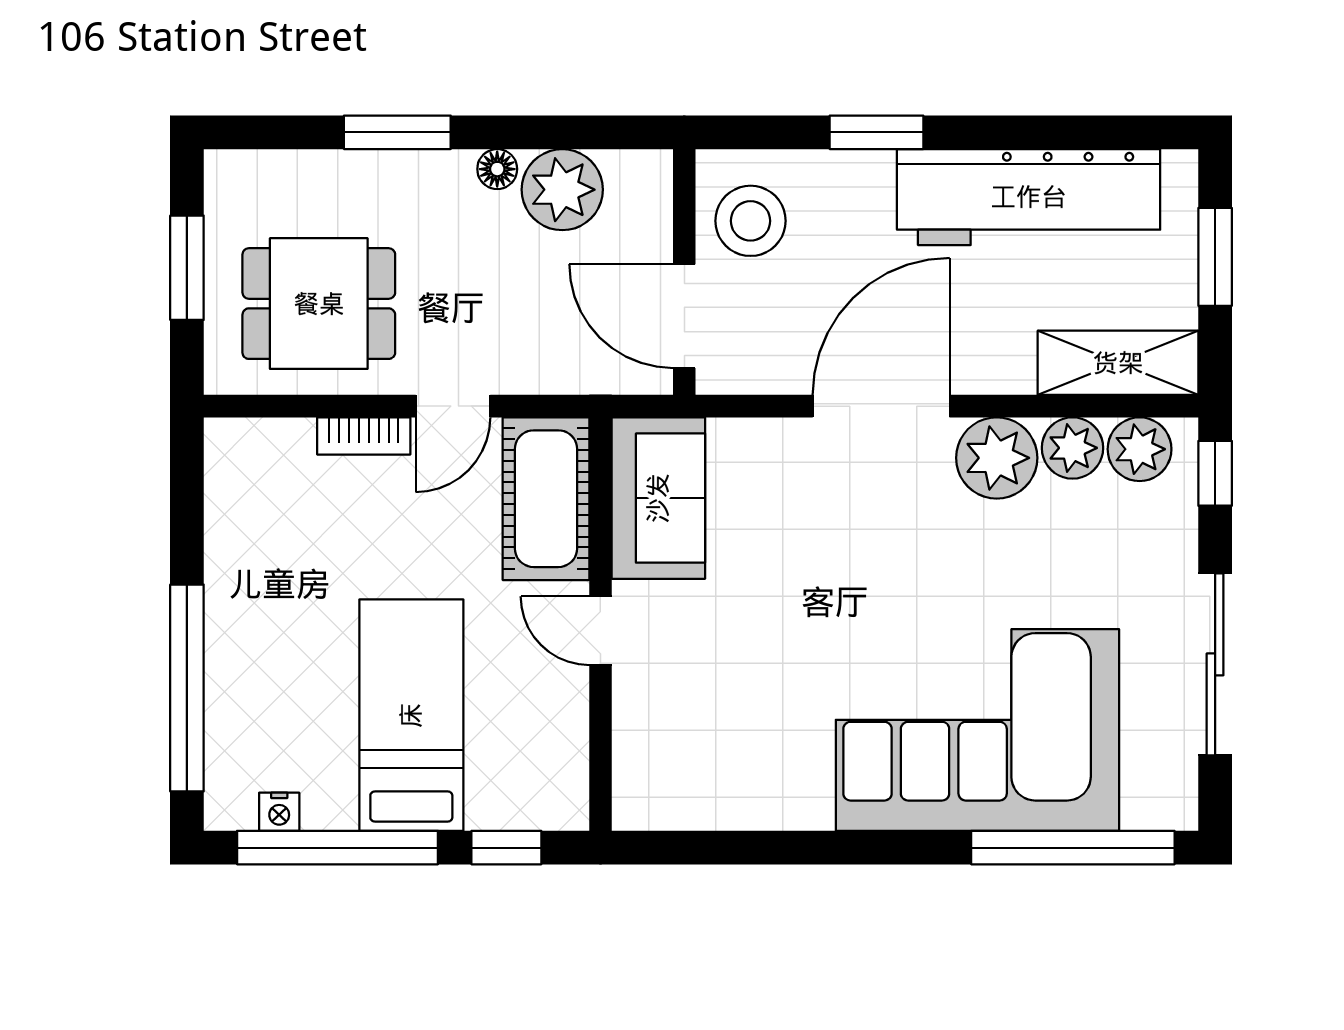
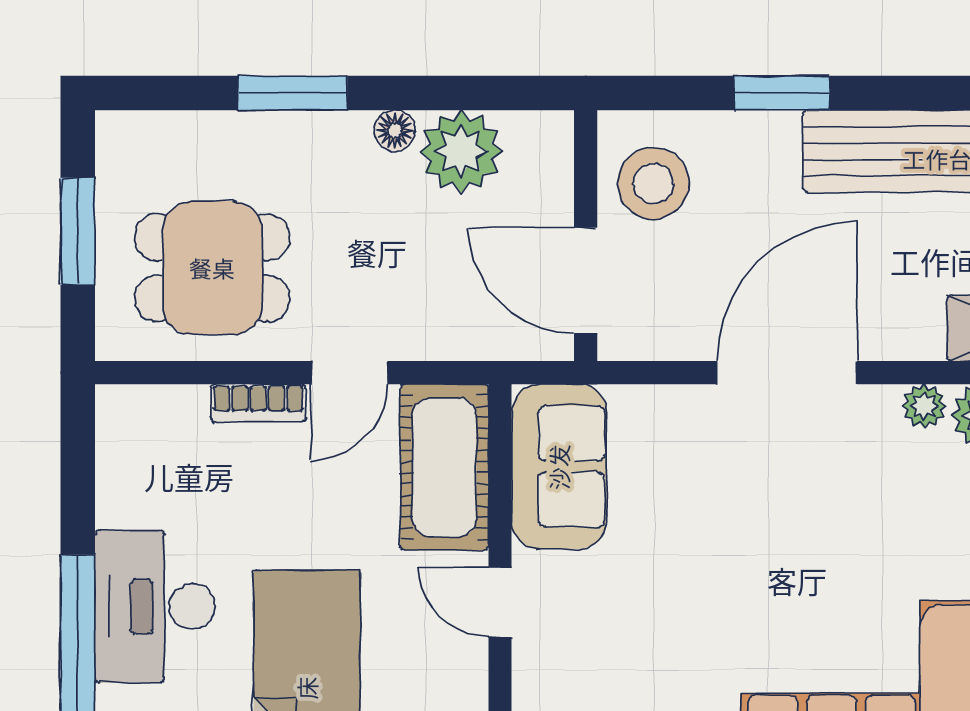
plant: (997, 458) -> (924, 406), width x0.53, depth x0.53
desk: (263, 635) -> (155, 606), added

